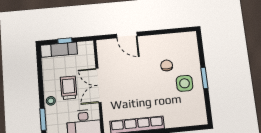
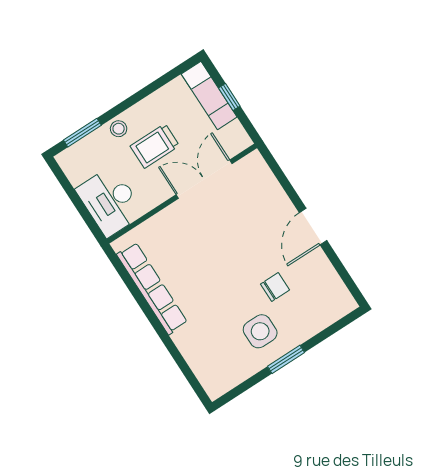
door: (127, 35) -> (313, 227), moved
double door: (98, 85) -> (204, 179), moved
trolley: (69, 88) -> (155, 146), turned 180

